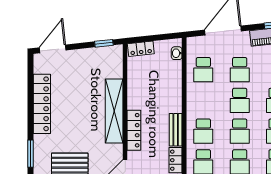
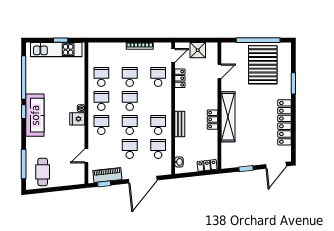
window: (104, 43) -> (246, 169), moved
locker: (134, 130) -> (212, 120), moved, width x0.66
bench: (176, 130) -> (180, 124), moved
school desk: (203, 131) -> (158, 125), moved

